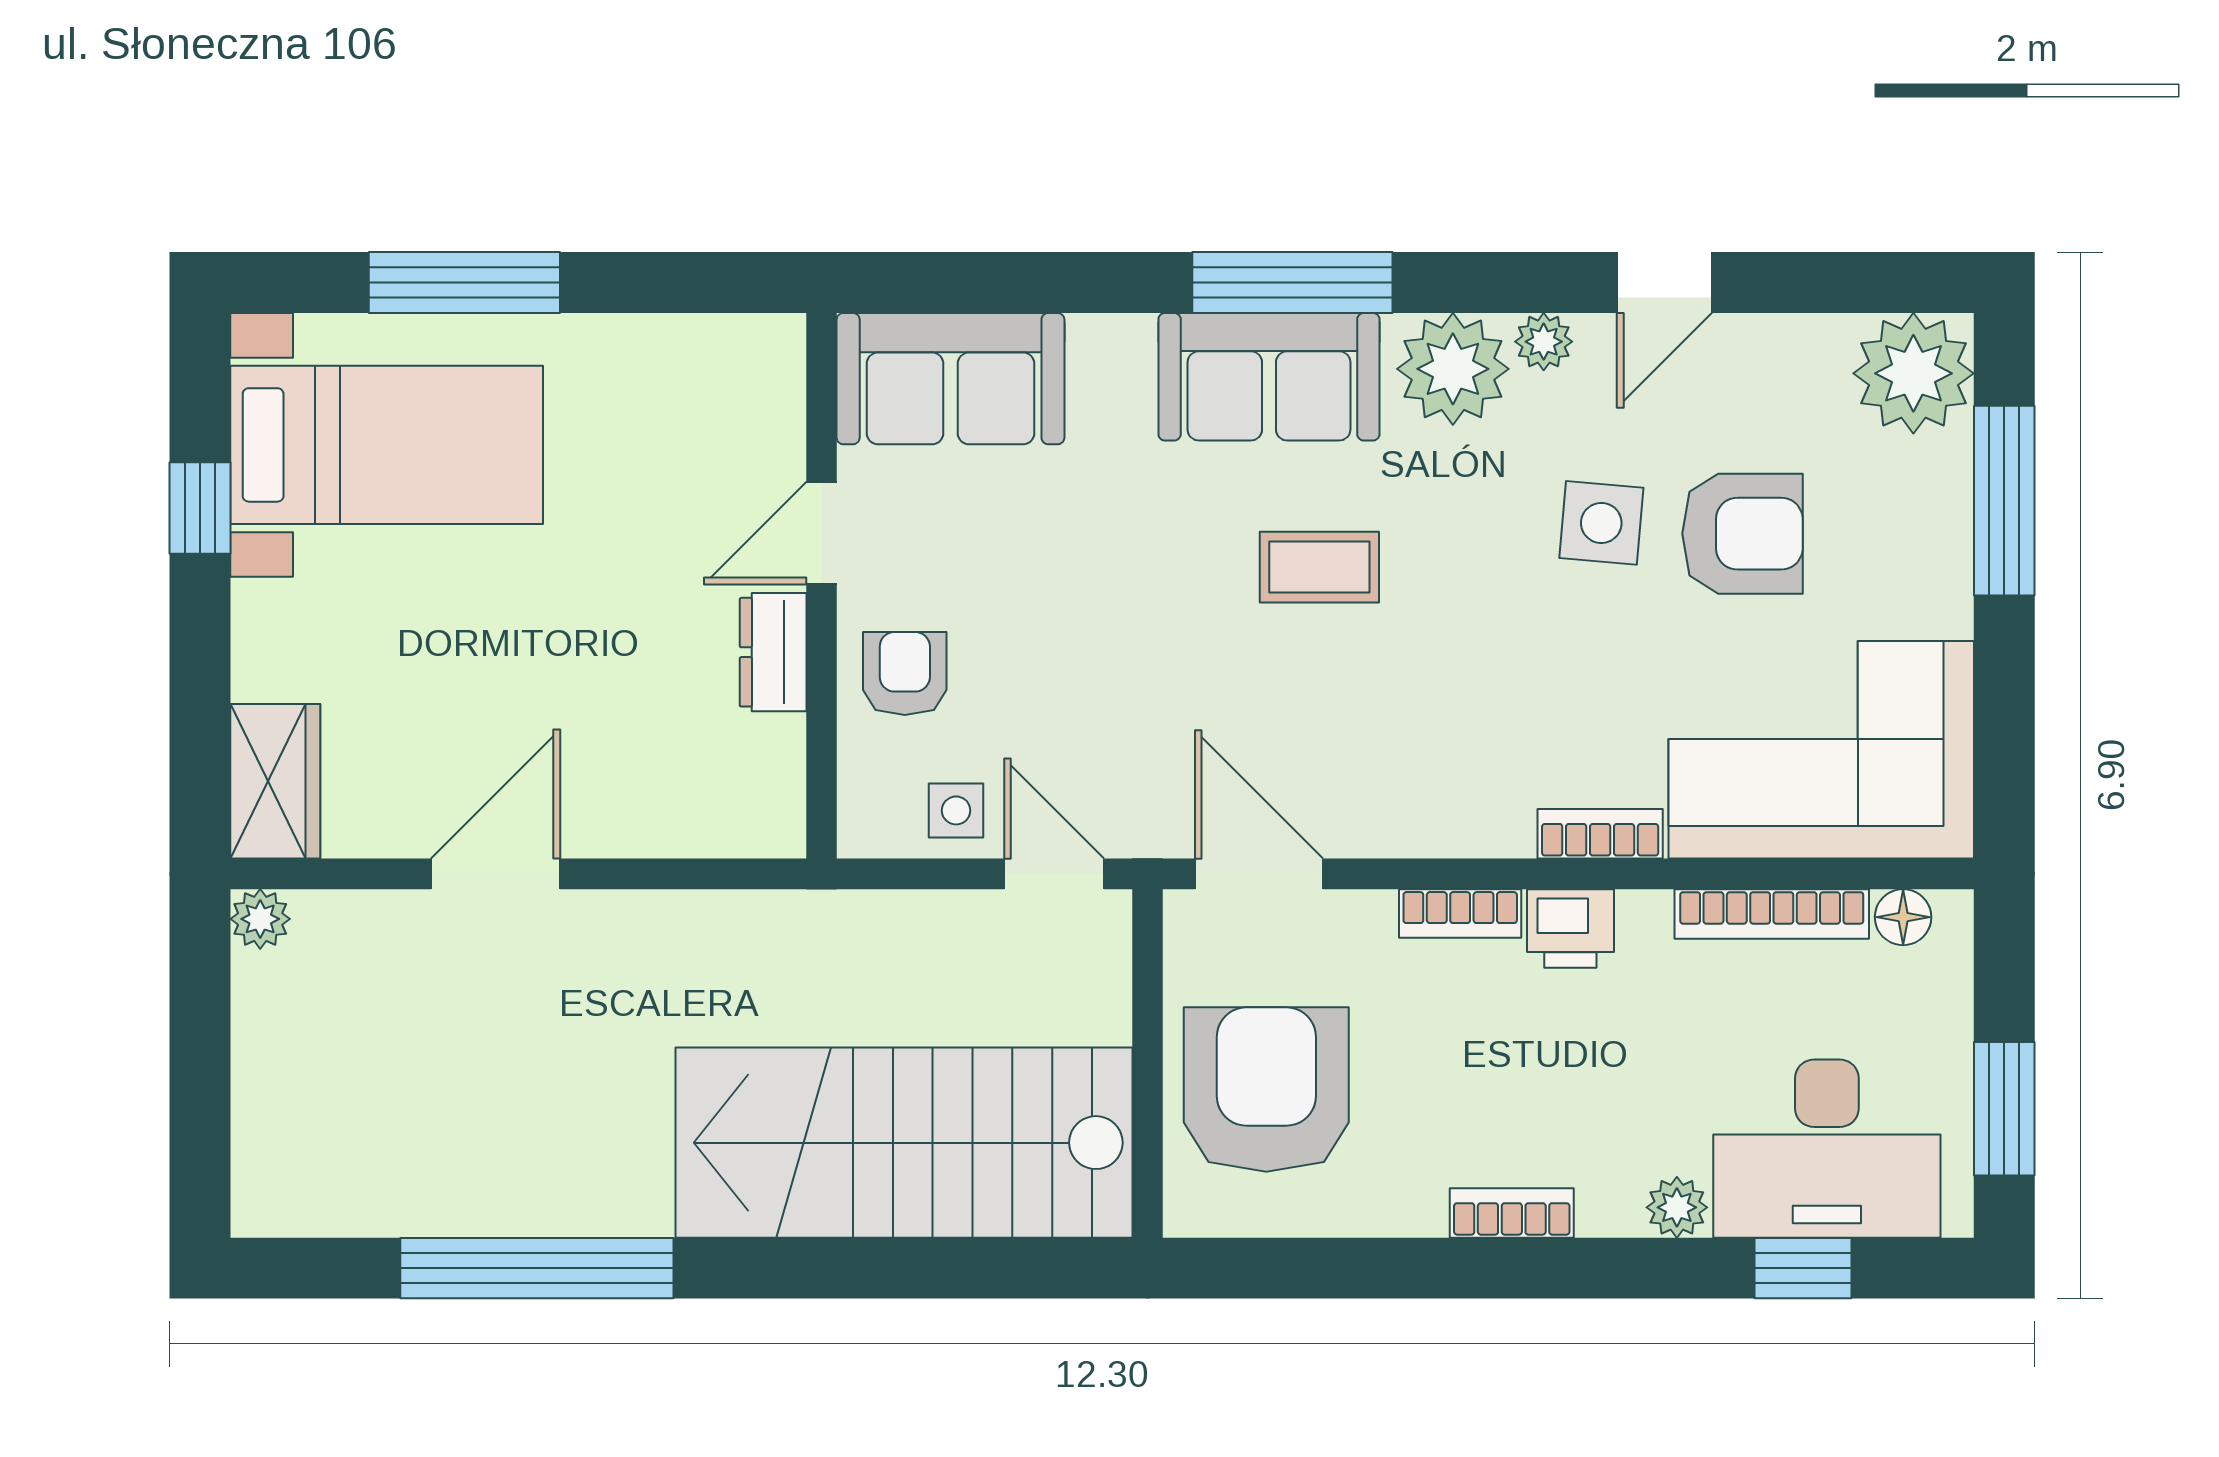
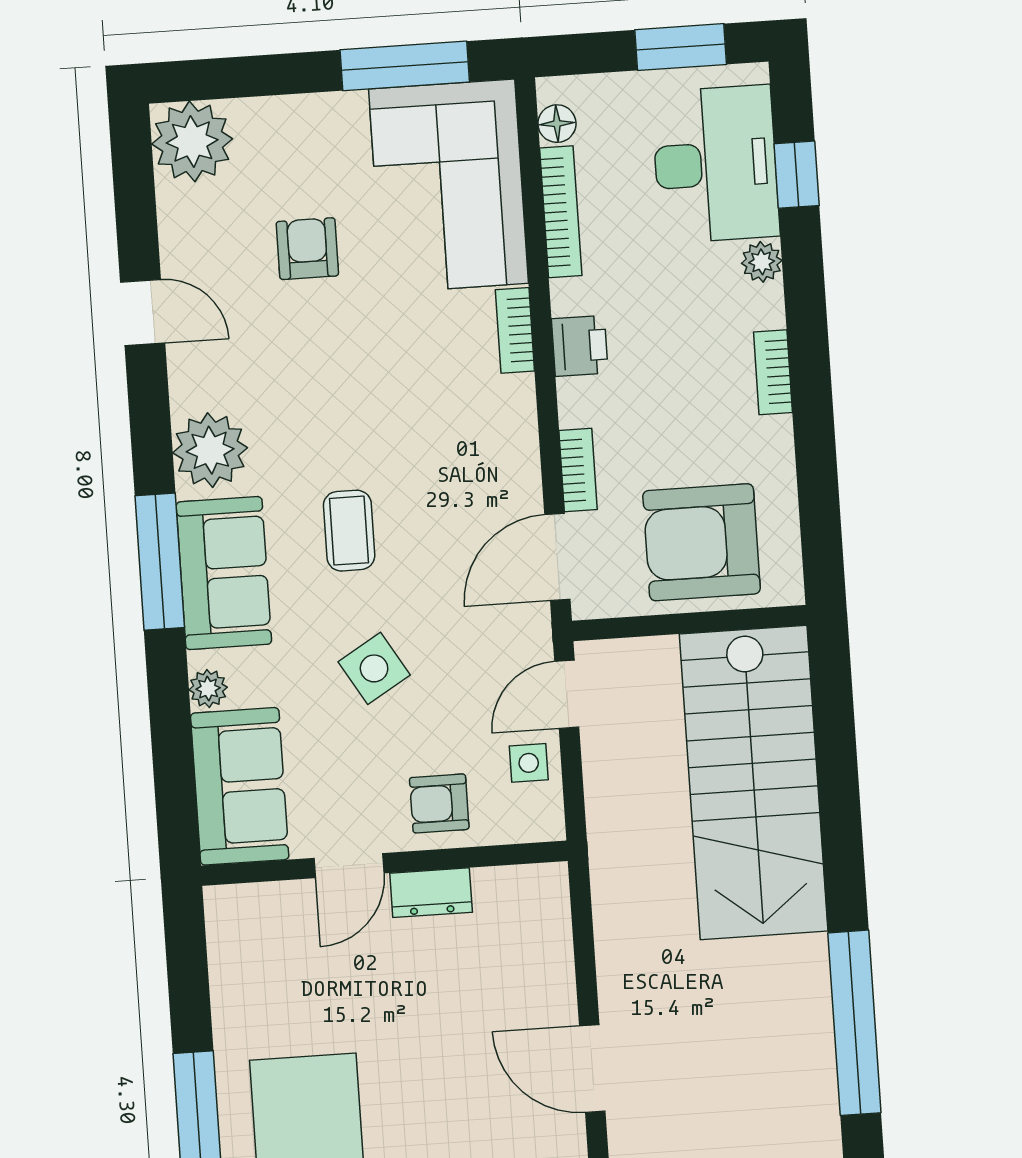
plant: (1544, 342) -> (208, 689), moved
window: (2004, 501) -> (405, 66), moved
side table: (1601, 523) -> (374, 668), moved, turned -36
door: (822, 533) -> (349, 866), hinge flipped
armchair: (1742, 534) -> (307, 249), width x0.72, depth x0.72
bookcase: (1460, 913) -> (578, 470), moved

